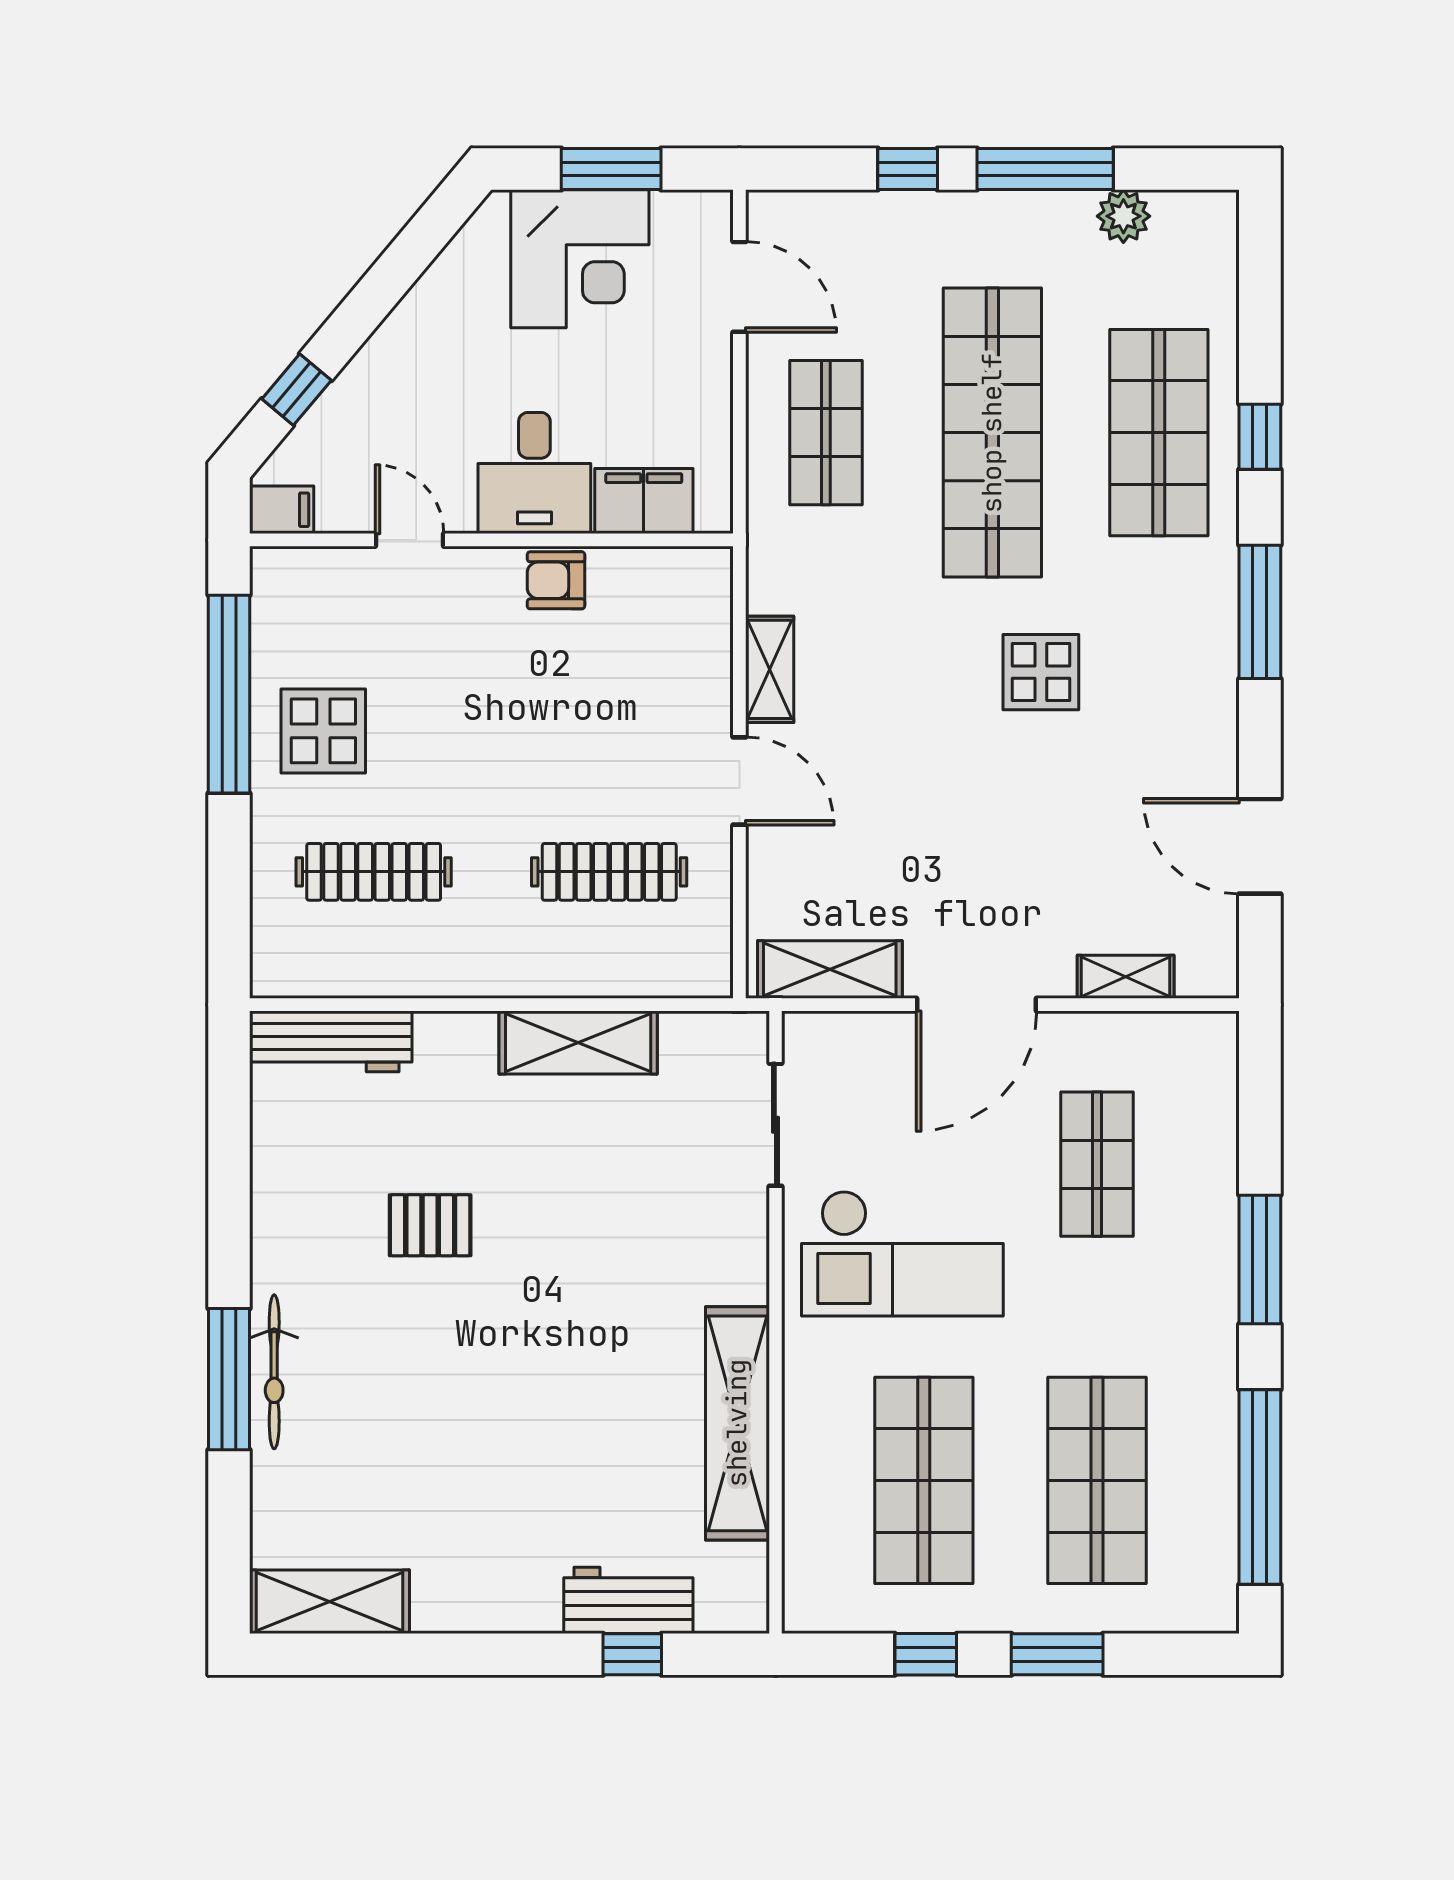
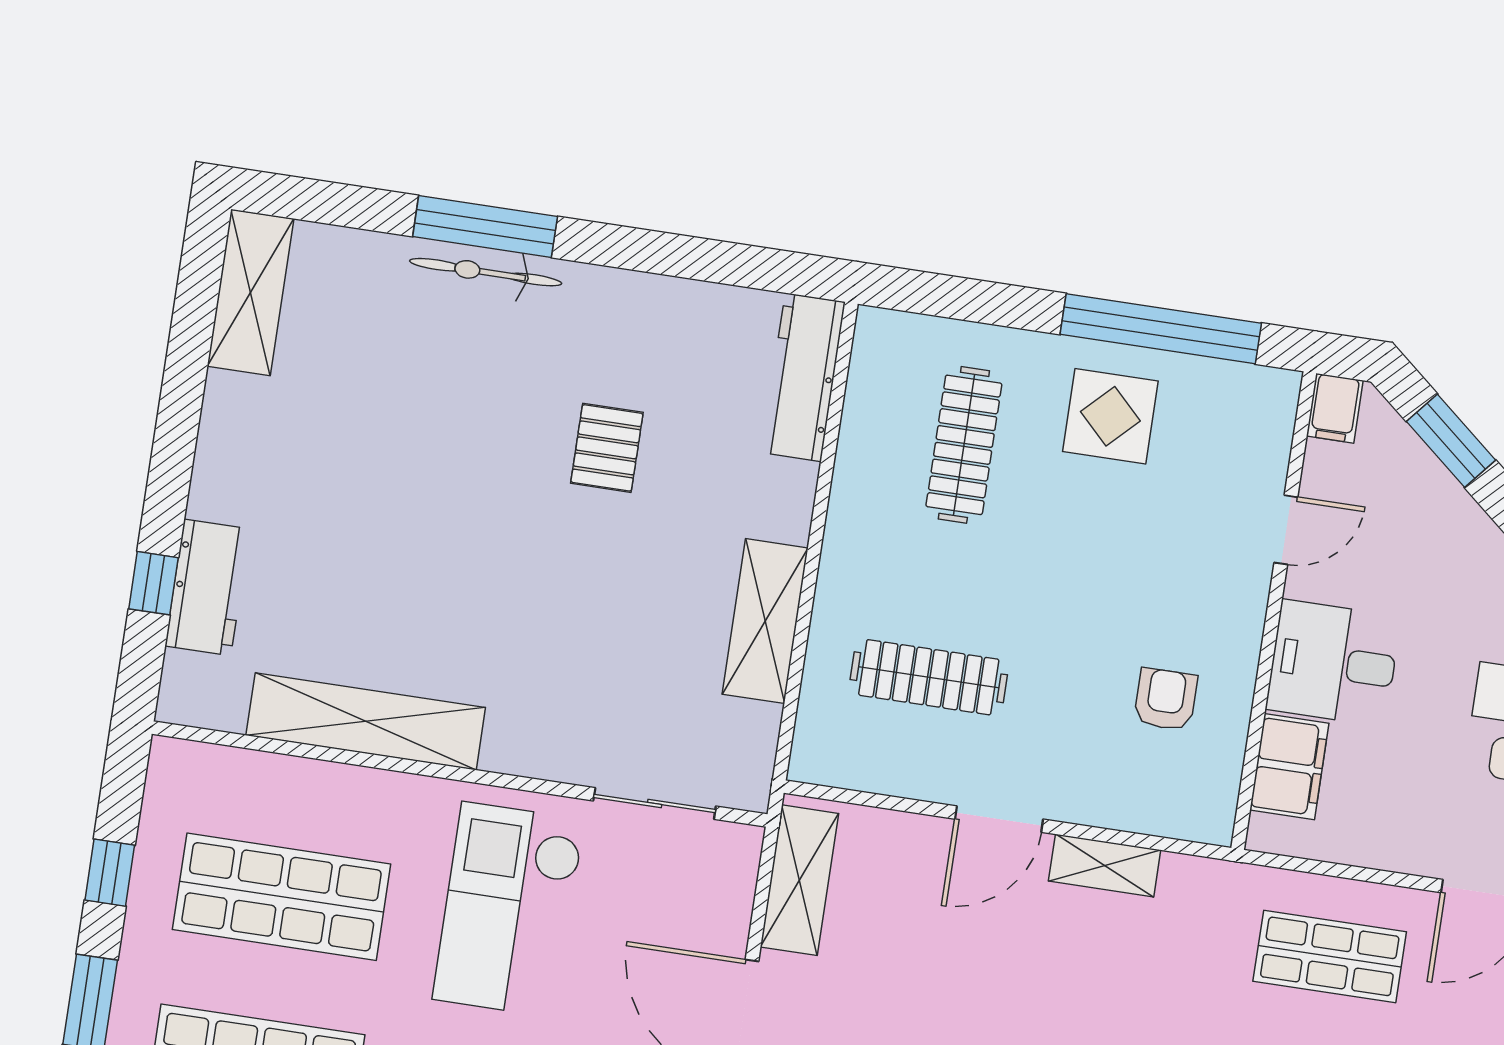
window: (297, 390) -> (1451, 441), width x1.50
armchair: (556, 580) -> (1166, 699), moved
clothes rail: (609, 872) -> (929, 677), turned 90

